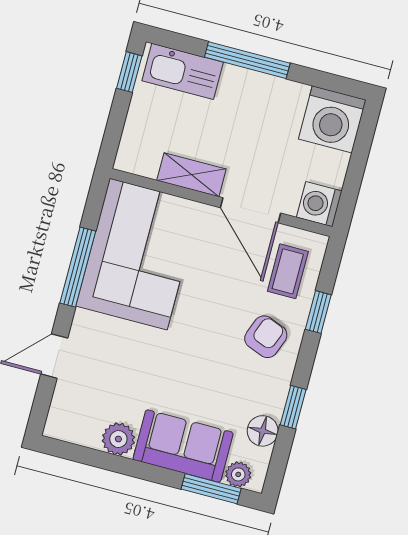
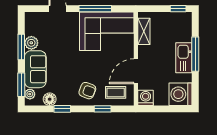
kitchen sink: (183, 71) -> (184, 58), moved
shelving: (191, 175) -> (144, 31), moved
window: (122, 465) -> (21, 47), added

